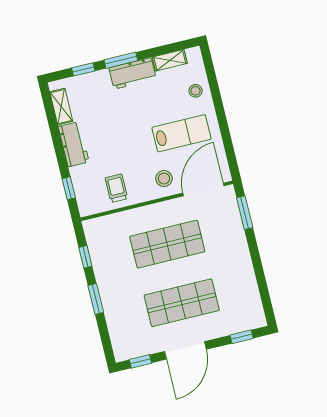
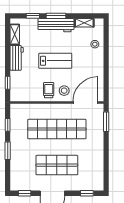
workbench: (133, 73) -> (56, 25), width x1.38
lab bench: (182, 133) -> (55, 61), moved
trolley: (116, 188) -> (49, 90), moved
shop shelf: (167, 244) -> (57, 129), width x1.40

